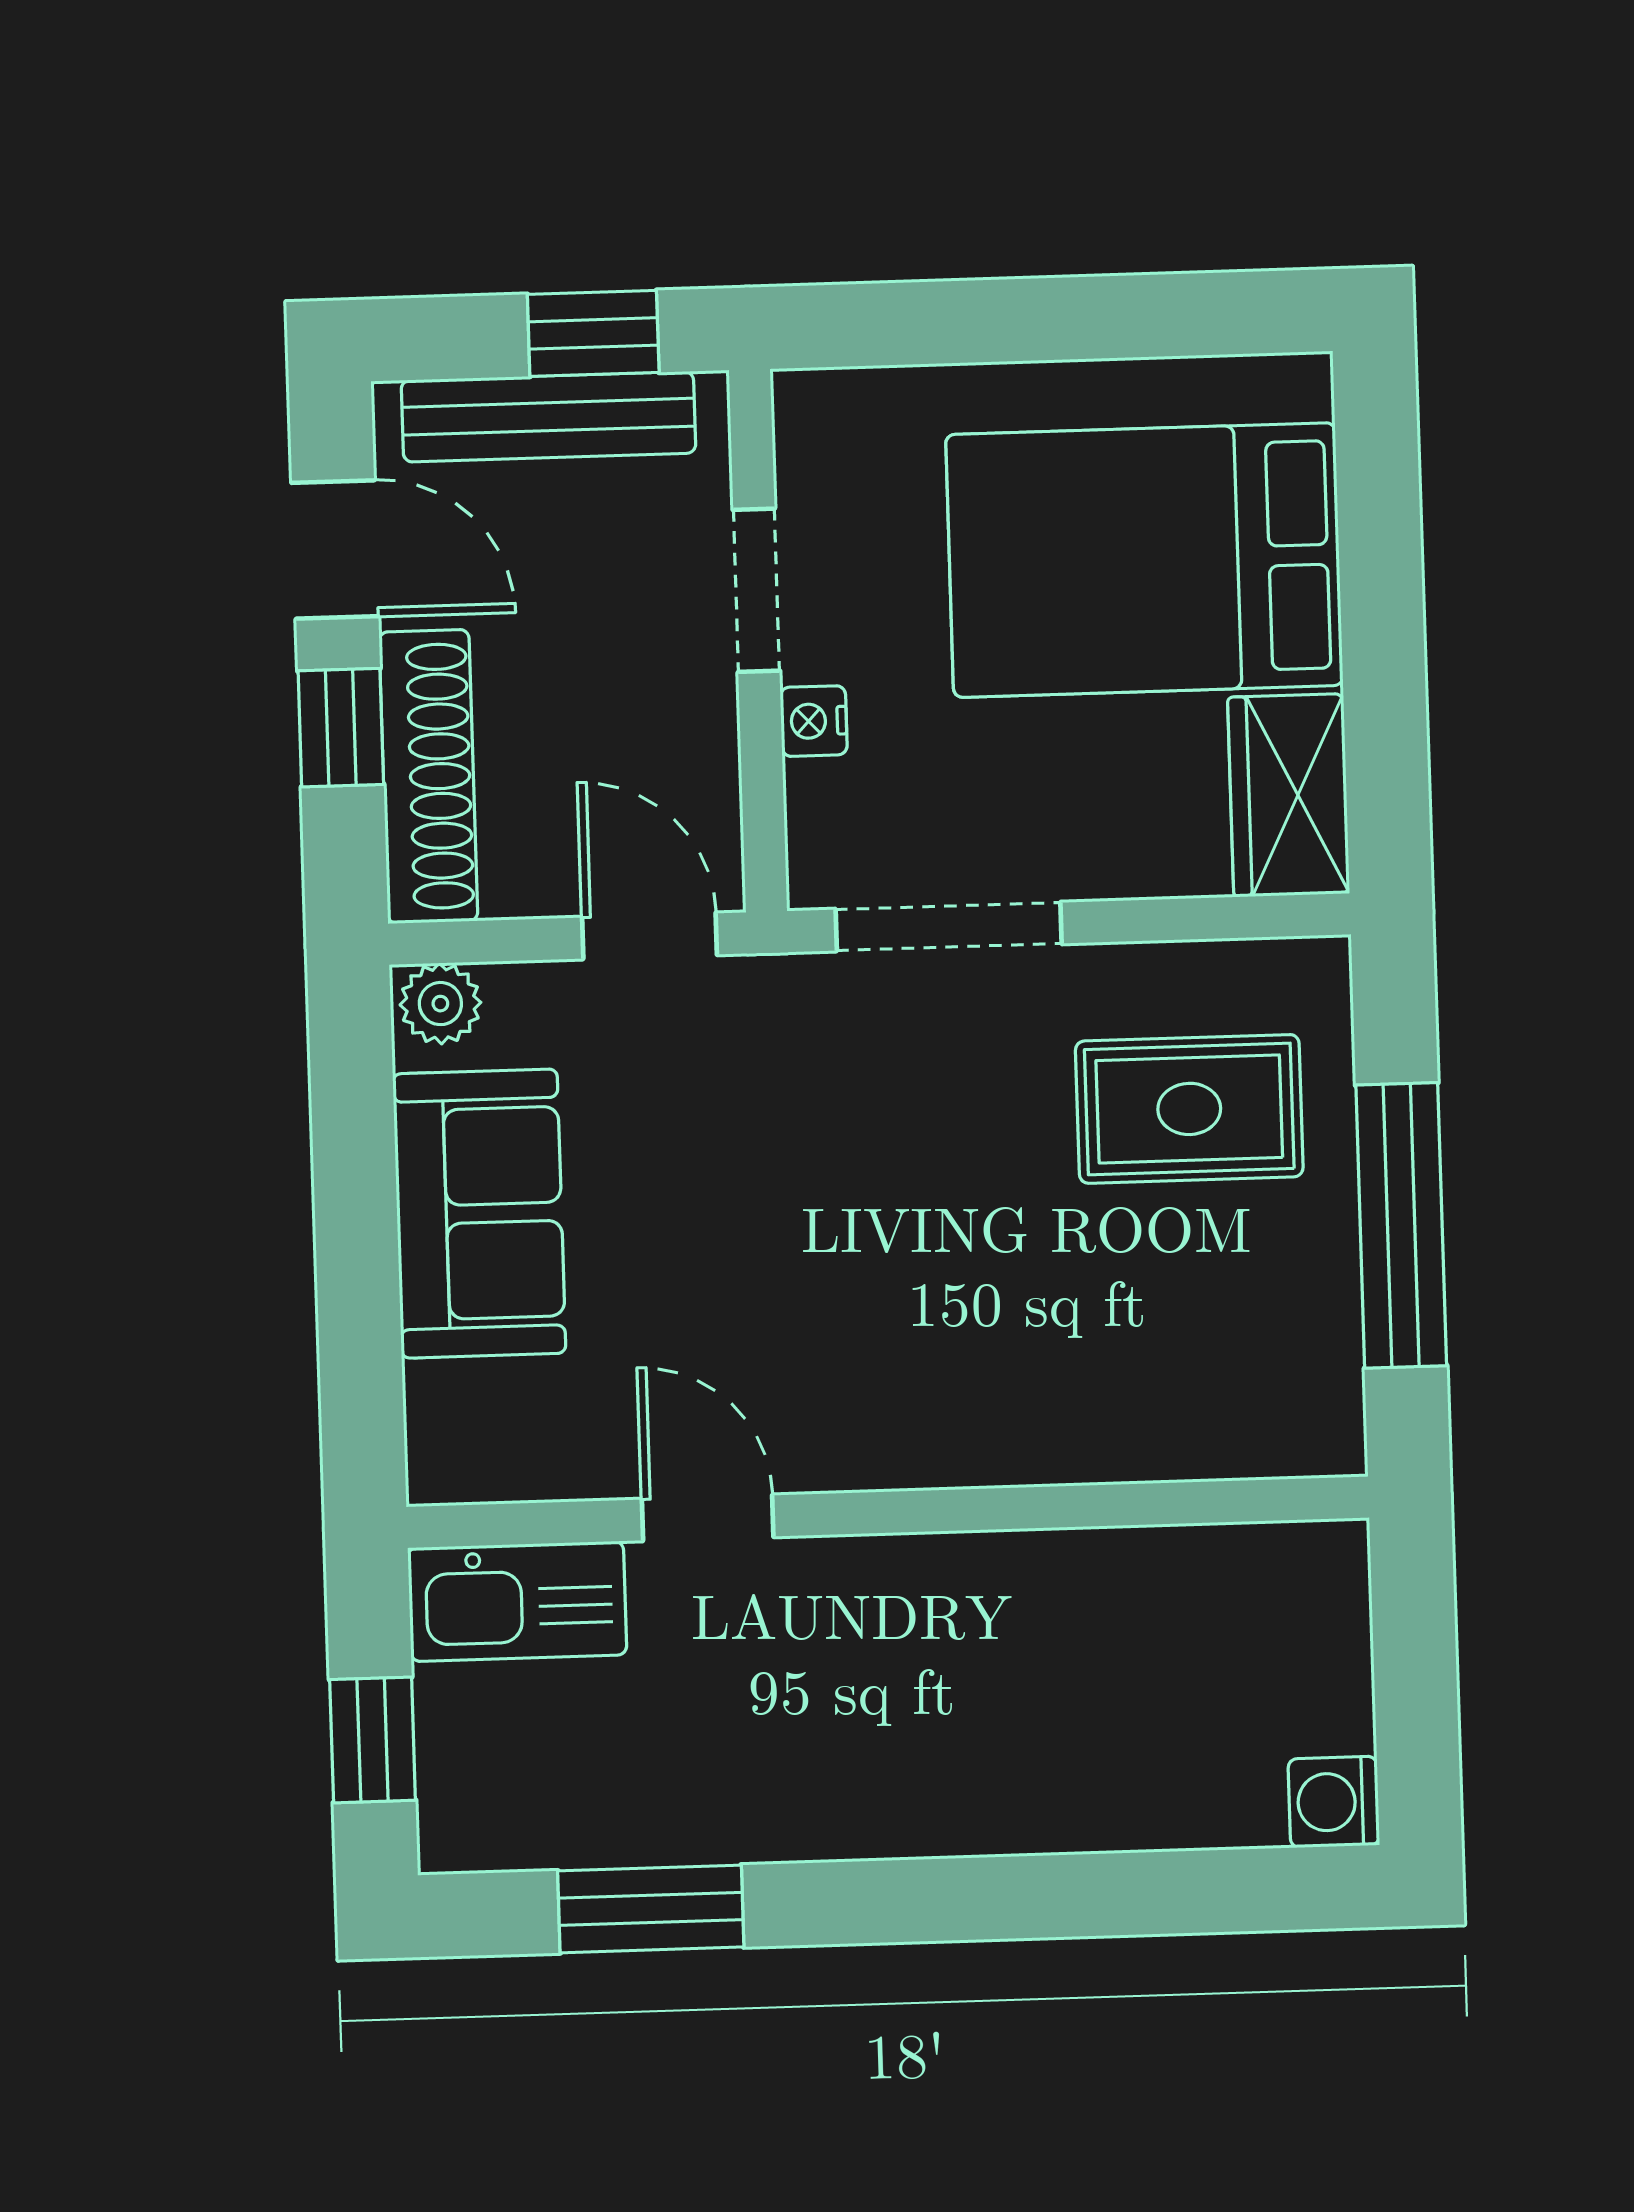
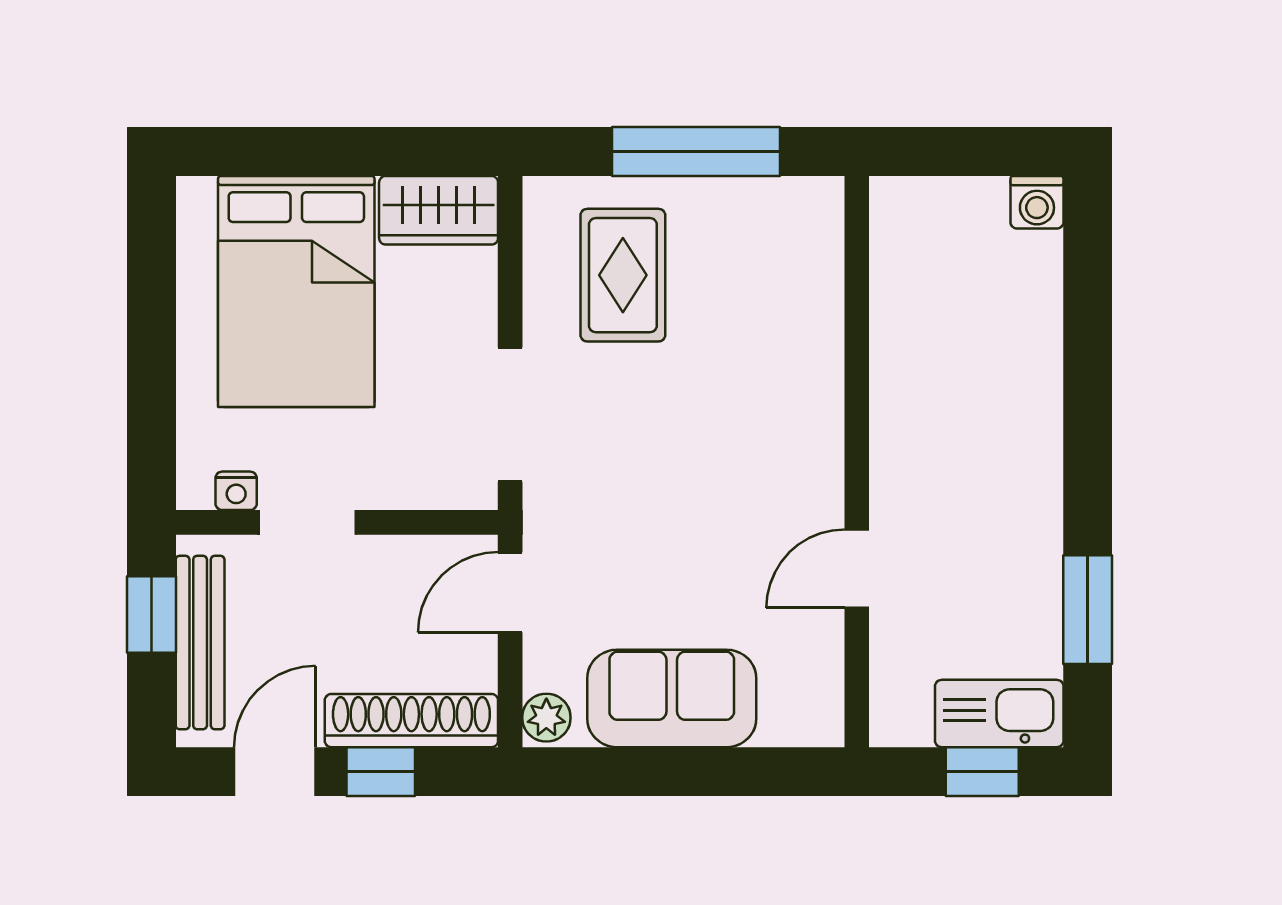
nightstand: (814, 721) -> (236, 491), moved
kitchen sink: (517, 1601) -> (999, 713), moved, turned -90

